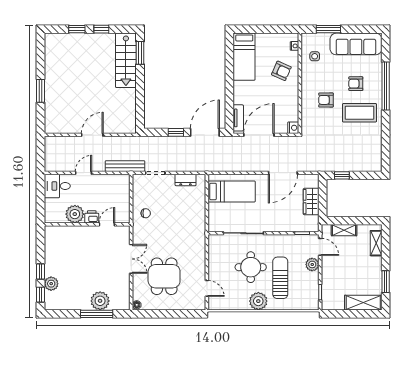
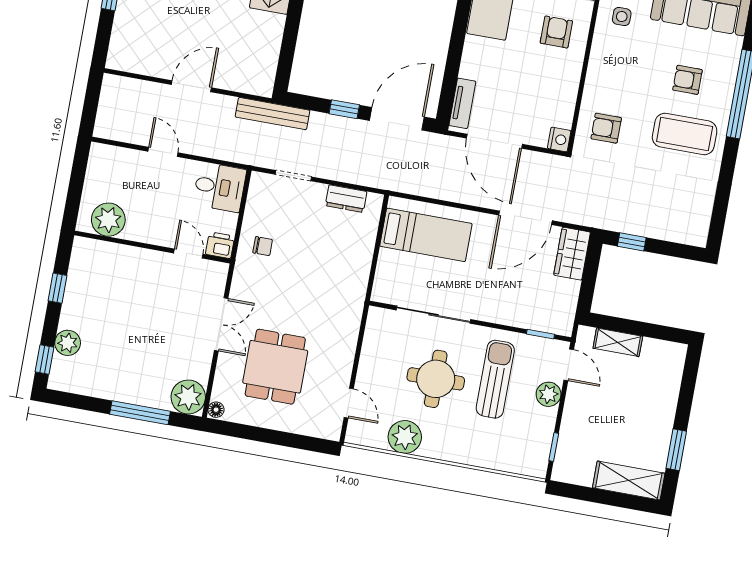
armchair: (281, 71) -> (556, 32), turned -114
armchair: (326, 100) -> (606, 128), moved
door: (259, 135) -> (494, 141), swing flipped
bench: (125, 166) -> (273, 114), moved
door: (84, 173) -> (163, 152), hinge flipped
desk: (57, 186) -> (220, 187), moved, turned 180
wardrobe: (311, 202) -> (572, 254), moved
plant: (75, 214) -> (108, 220), moved
printer: (92, 217) -> (220, 245), moved
door: (107, 224) -> (188, 254), hinge flipped
shelving: (376, 243) -> (672, 377), removed
window: (41, 271) -> (57, 288), moved
sun lounger: (280, 278) -> (495, 379), moved
plant: (100, 301) -> (188, 397), moved
plant: (258, 301) -> (405, 437), moved

